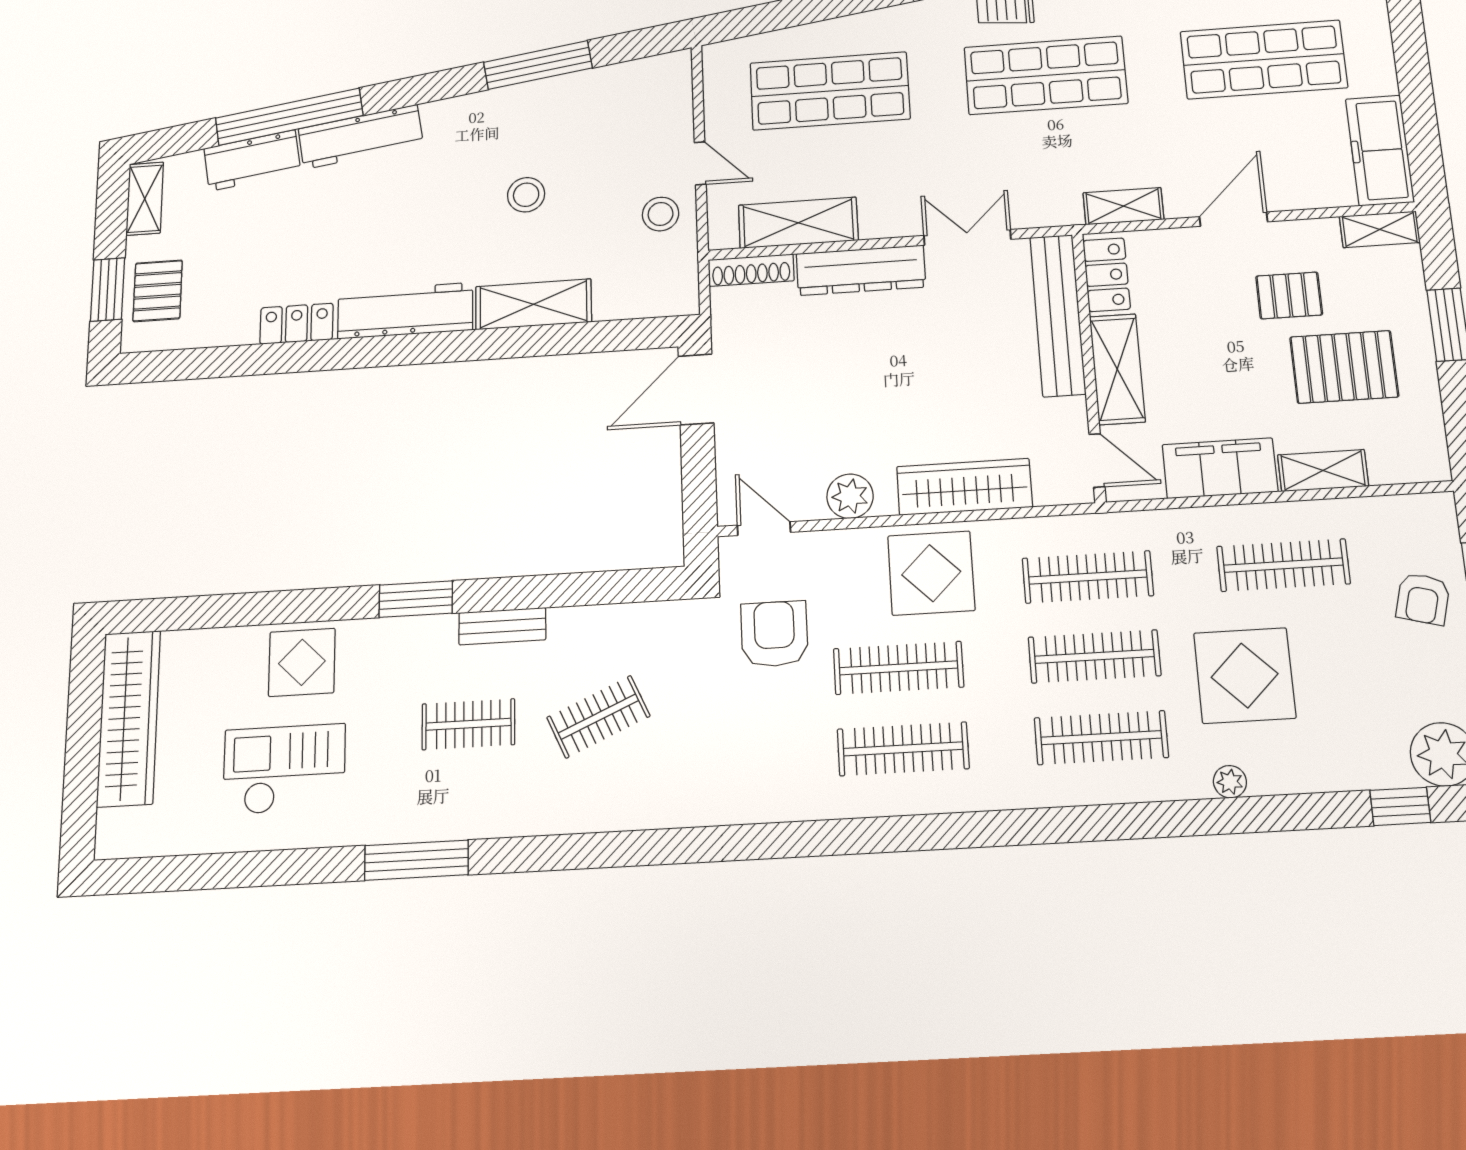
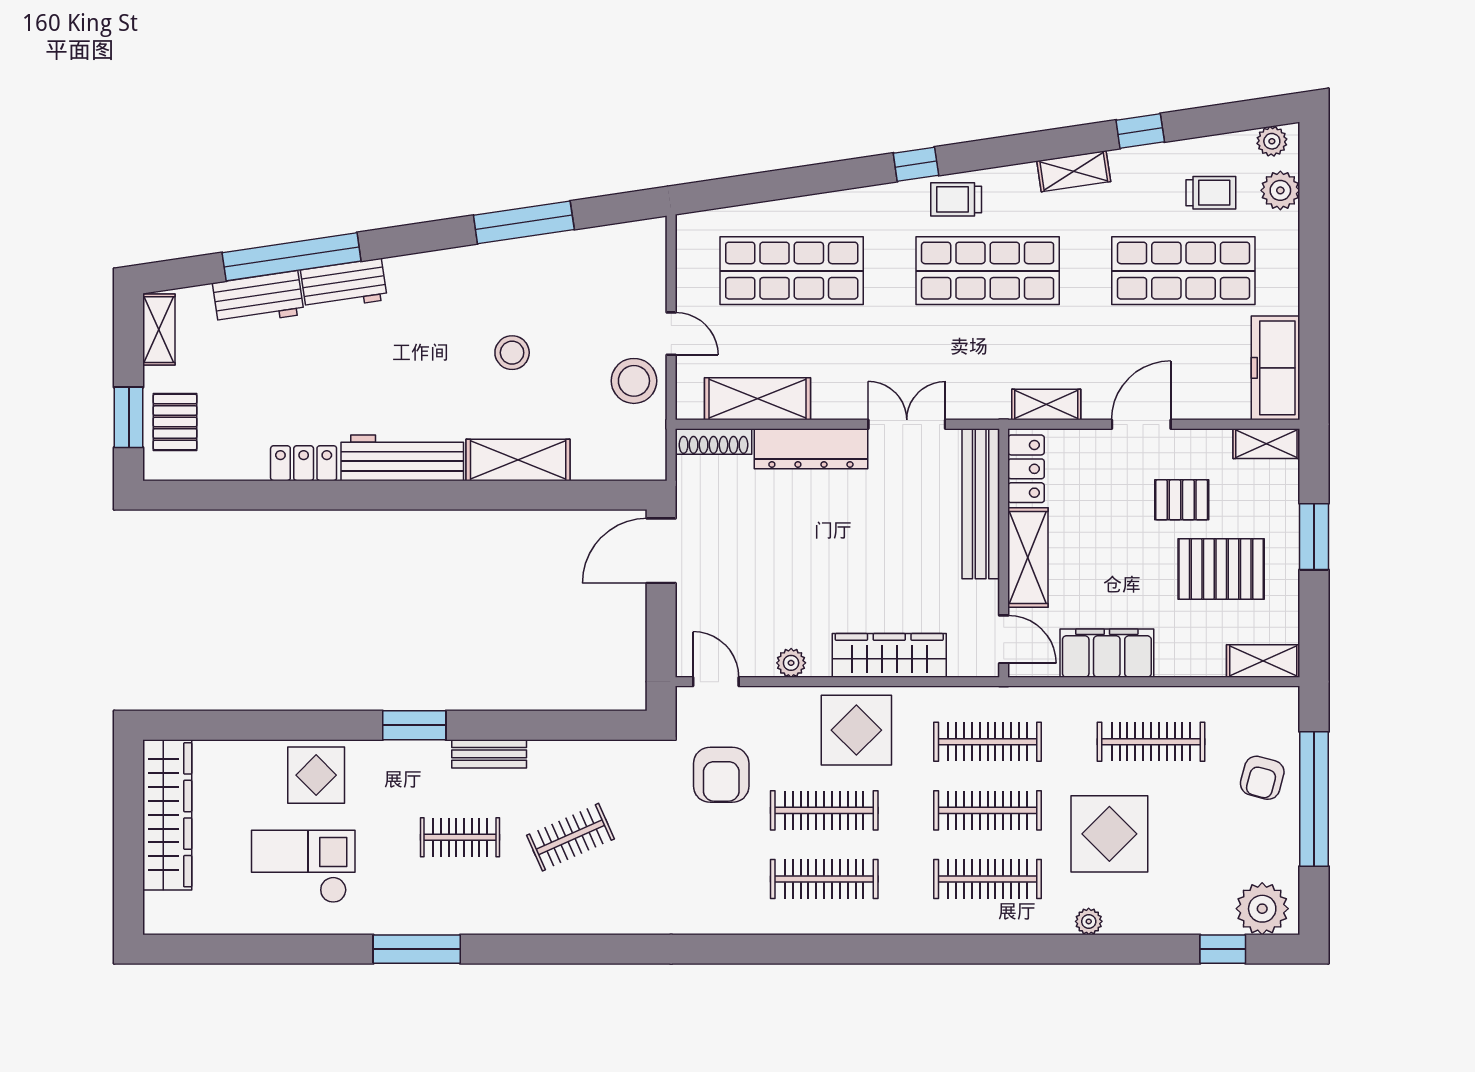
workbench: (361, 137) -> (344, 285), width x0.73
stool: (661, 214) -> (634, 381), width x1.38, depth x1.38
shelving: (1323, 471) -> (1263, 661), moved
plant: (850, 496) -> (791, 663), width x0.73, depth x0.73
armchair: (774, 634) -> (721, 775), turned 180

